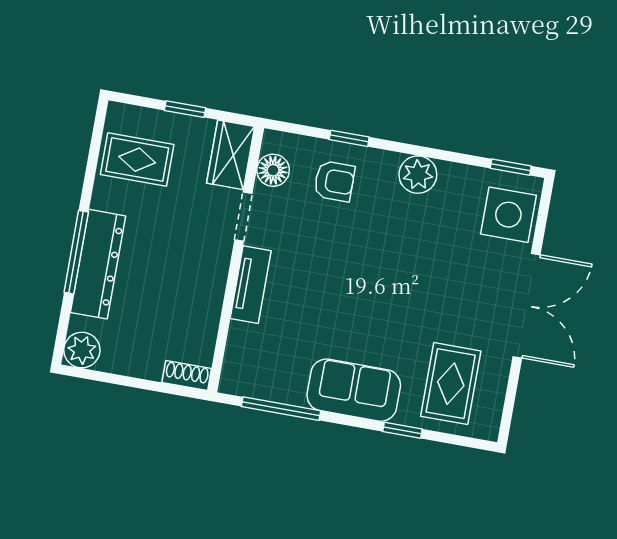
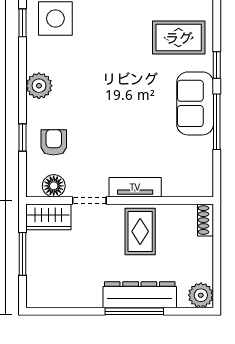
window: (185, 109) -> (22, 254), width x1.50
rug: (137, 160) -> (140, 231), moved
window: (281, 409) -> (217, 122), moved

